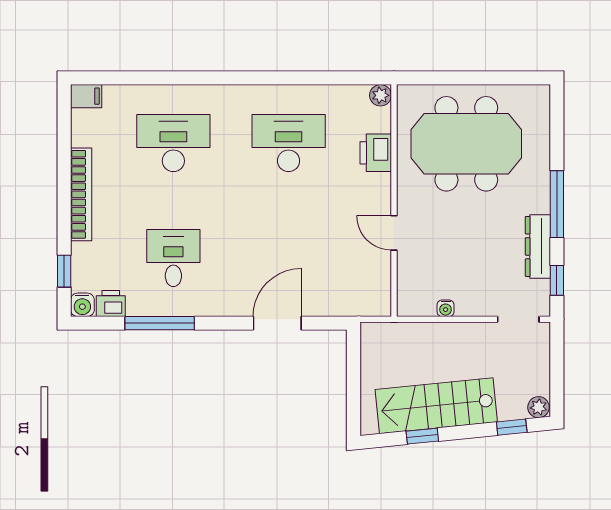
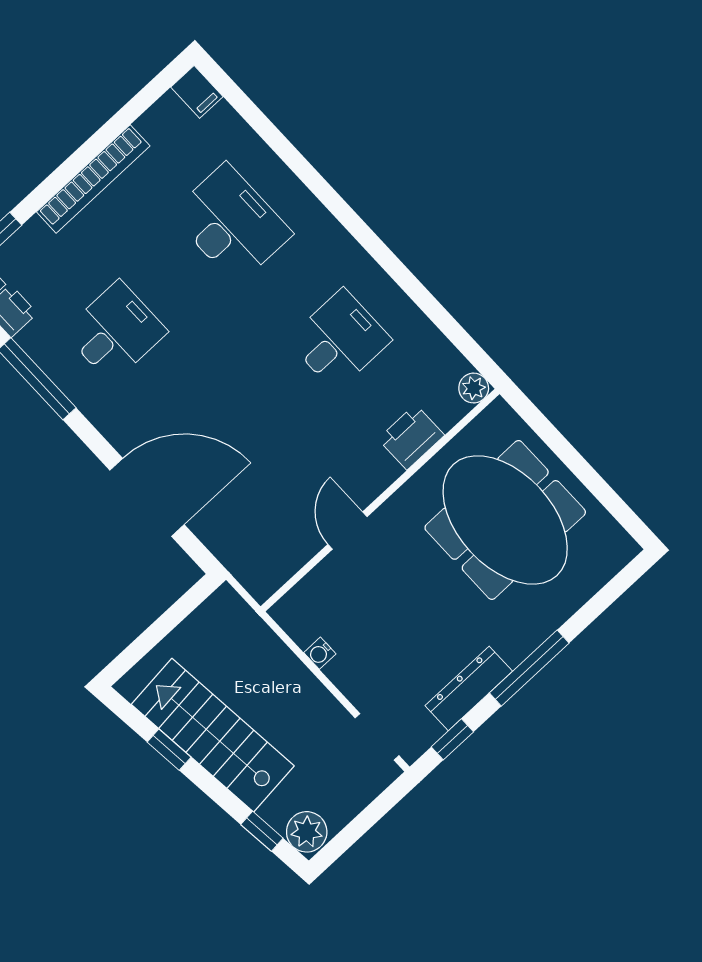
desk: (289, 143) -> (339, 340), width x0.73
door: (277, 323) -> (147, 497), width x1.36
plant: (538, 407) -> (307, 832), width x1.38, depth x1.38

